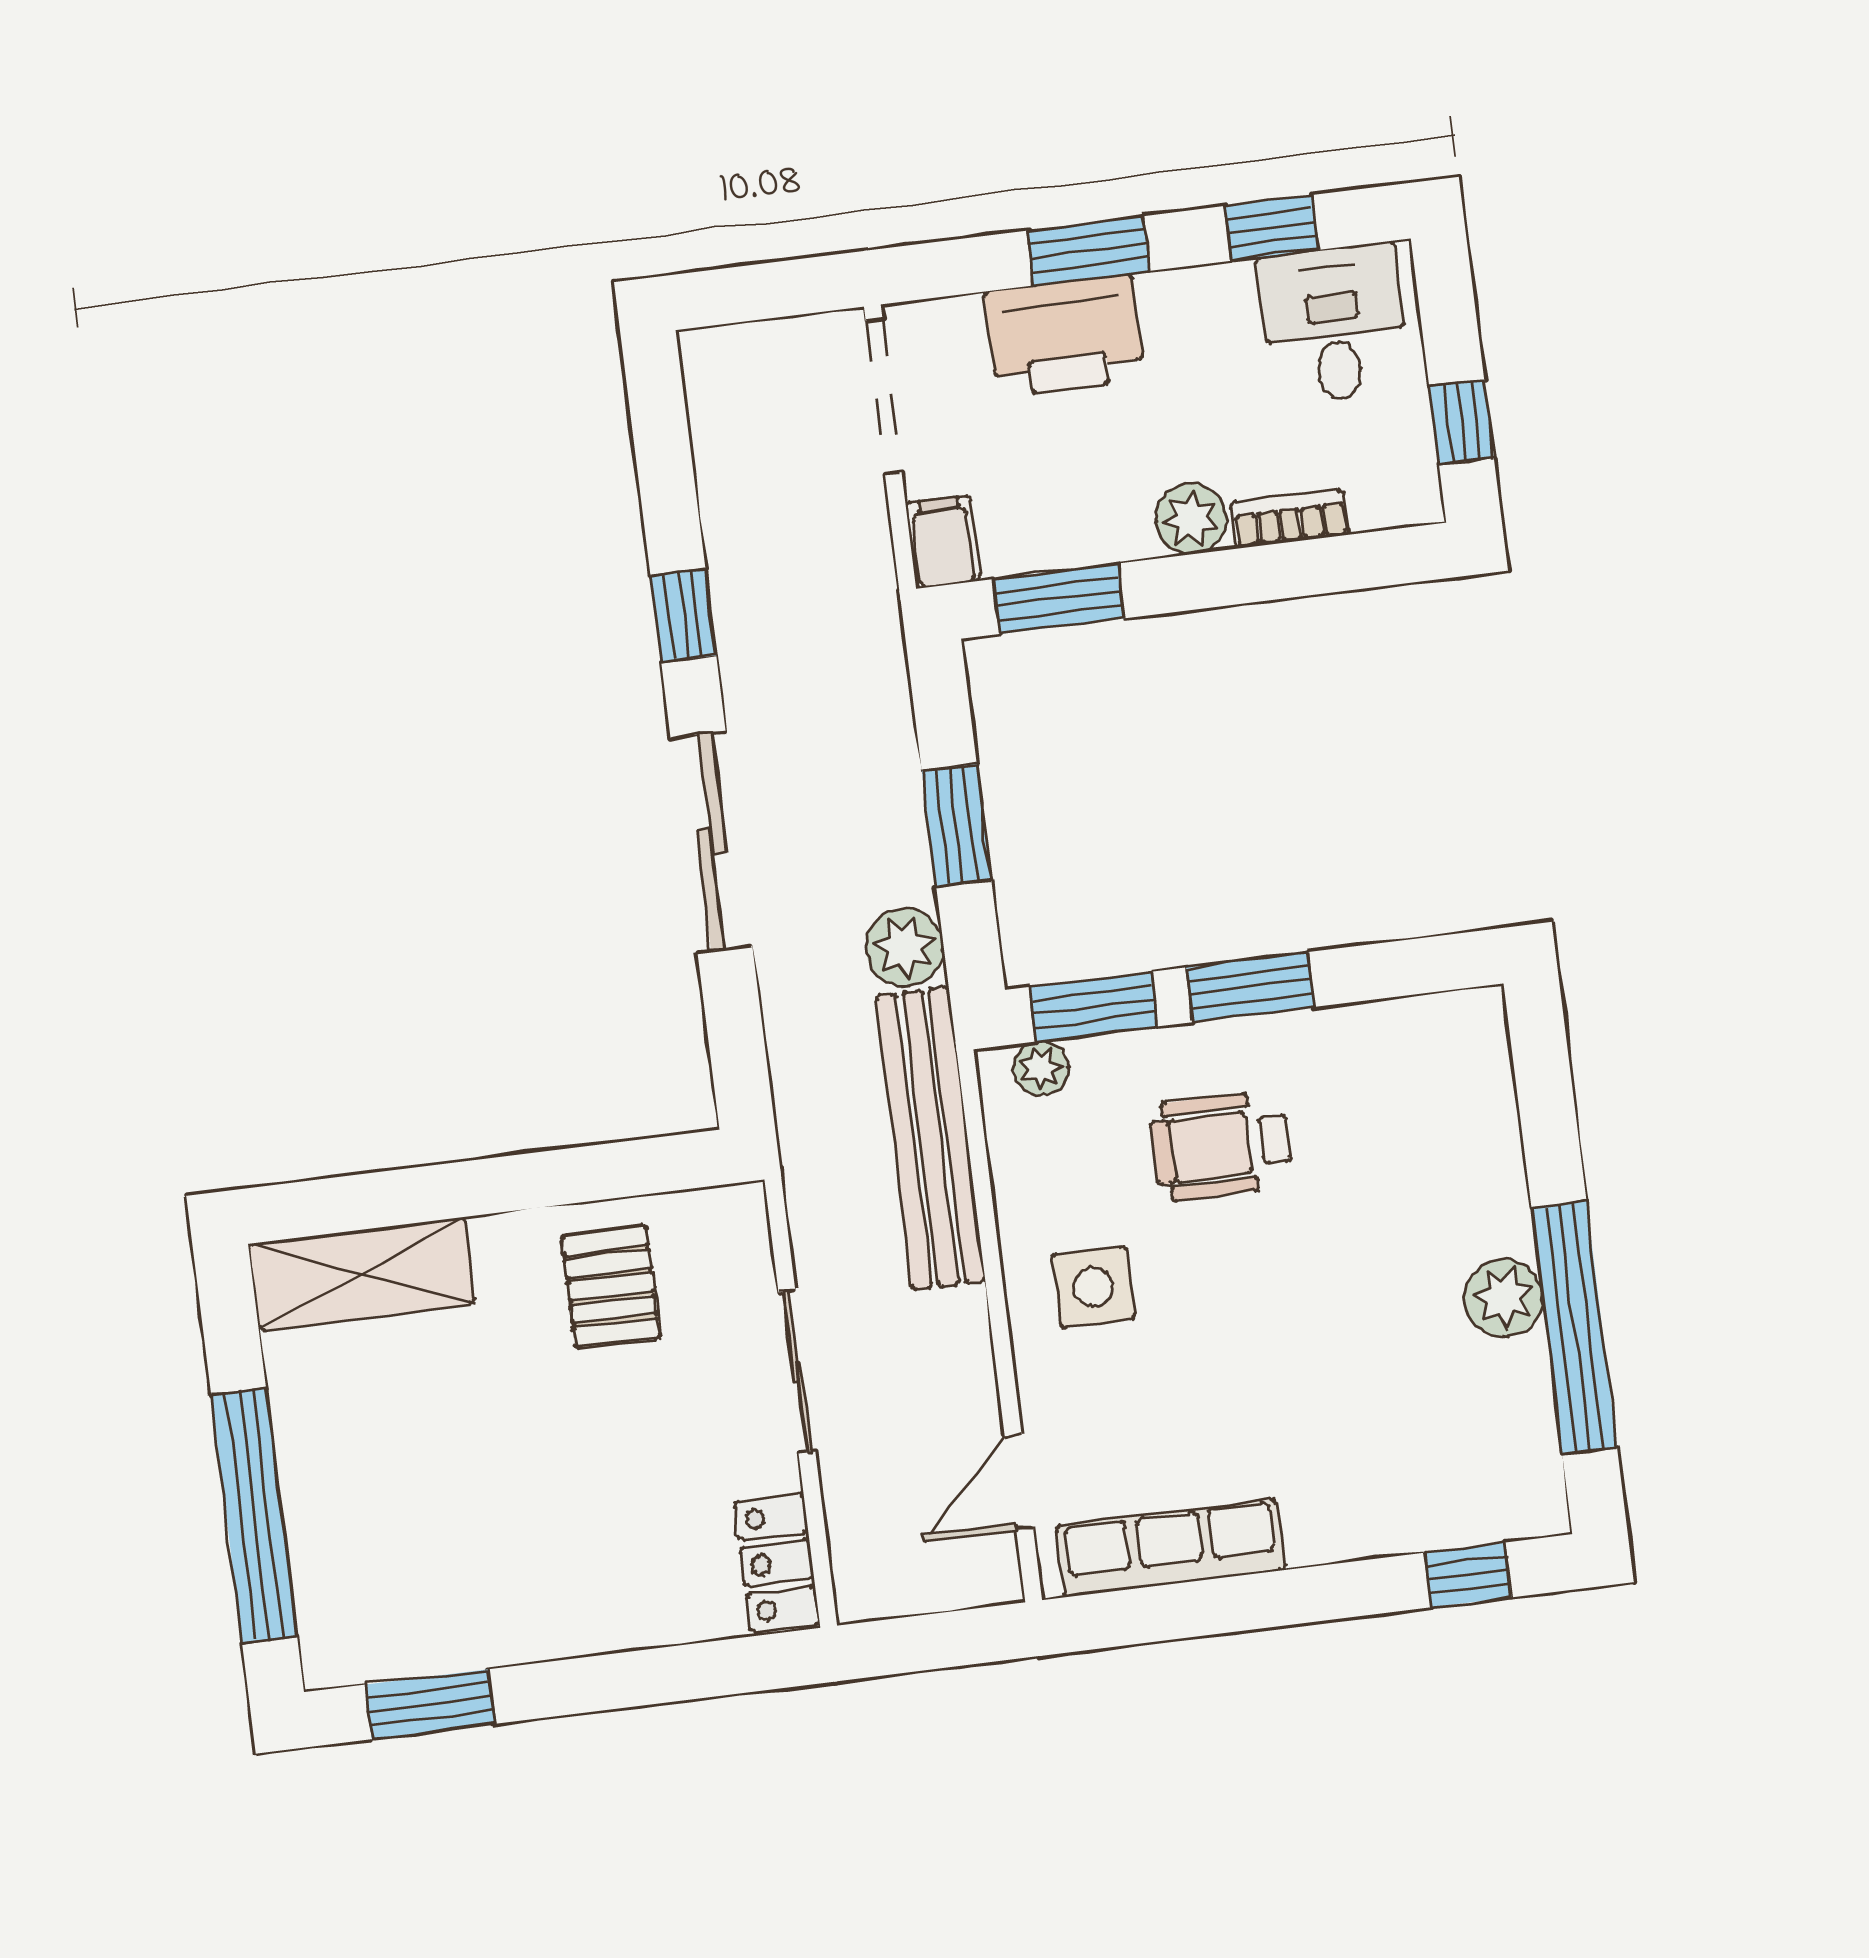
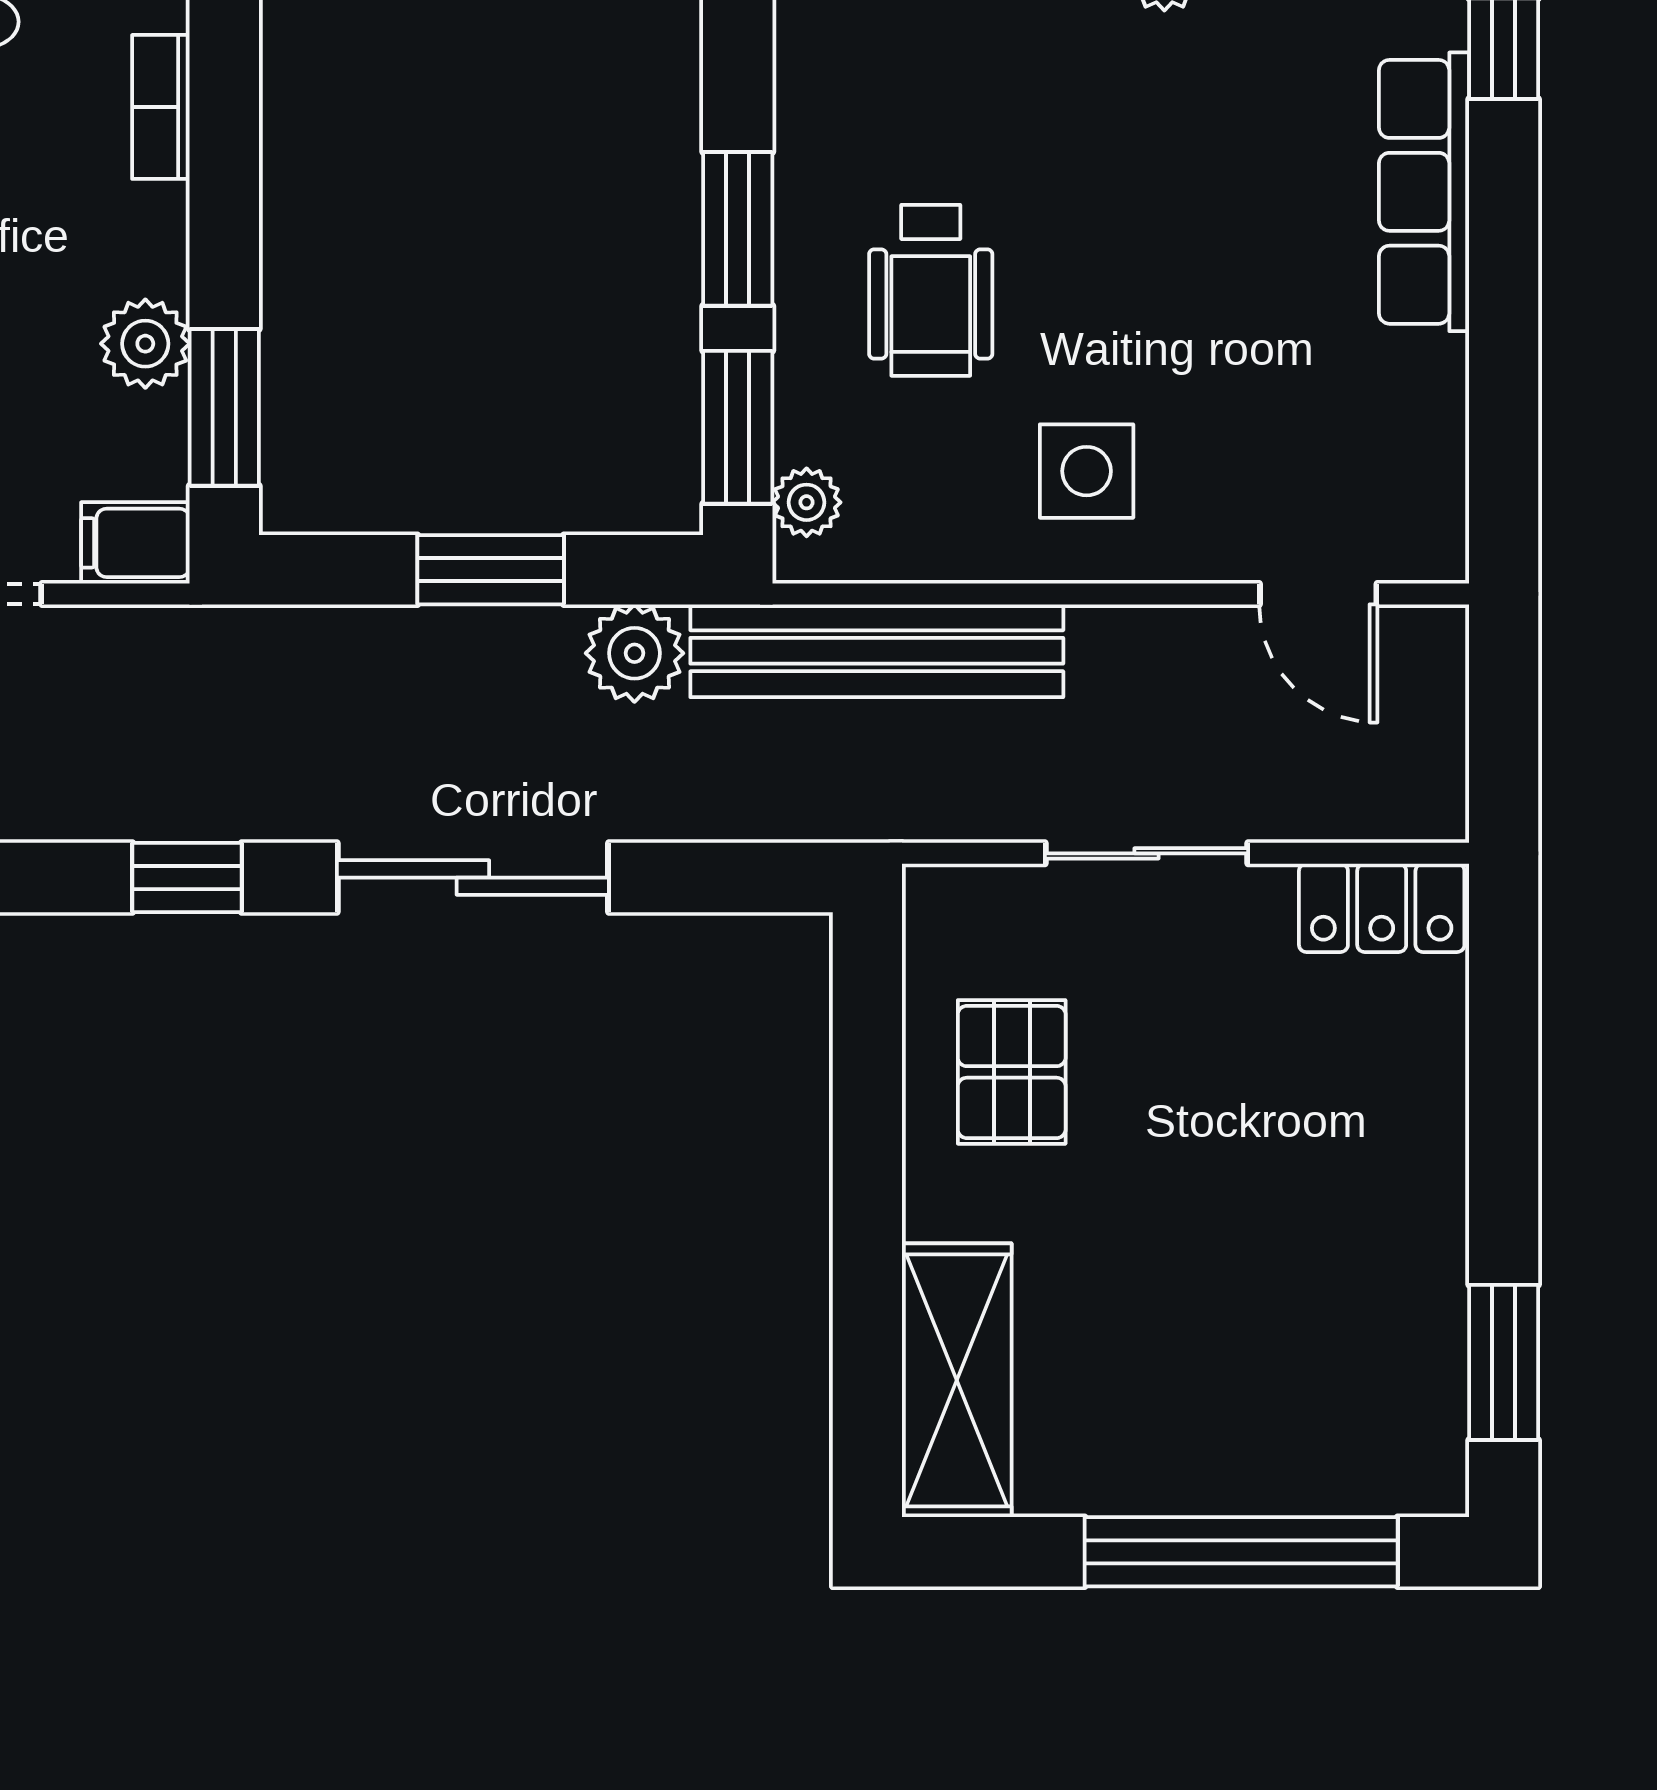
plant: (1191, 519) -> (145, 344), moved
pallet: (611, 1287) -> (1012, 1072), turned 90
row of seats: (1171, 1548) -> (1424, 192), moved

